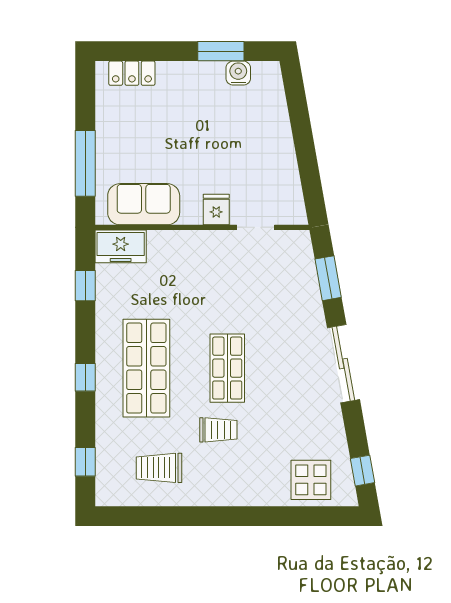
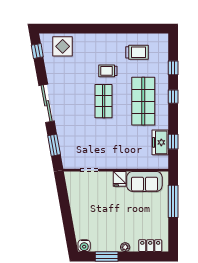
plant: (183, 70) -> (125, 247), added
water cooler: (238, 73) -> (84, 246), moved
fridge: (216, 210) -> (120, 179), moved
freezer: (121, 246) -> (160, 142), moved, turned -90
window: (85, 462) -> (173, 68), moved

